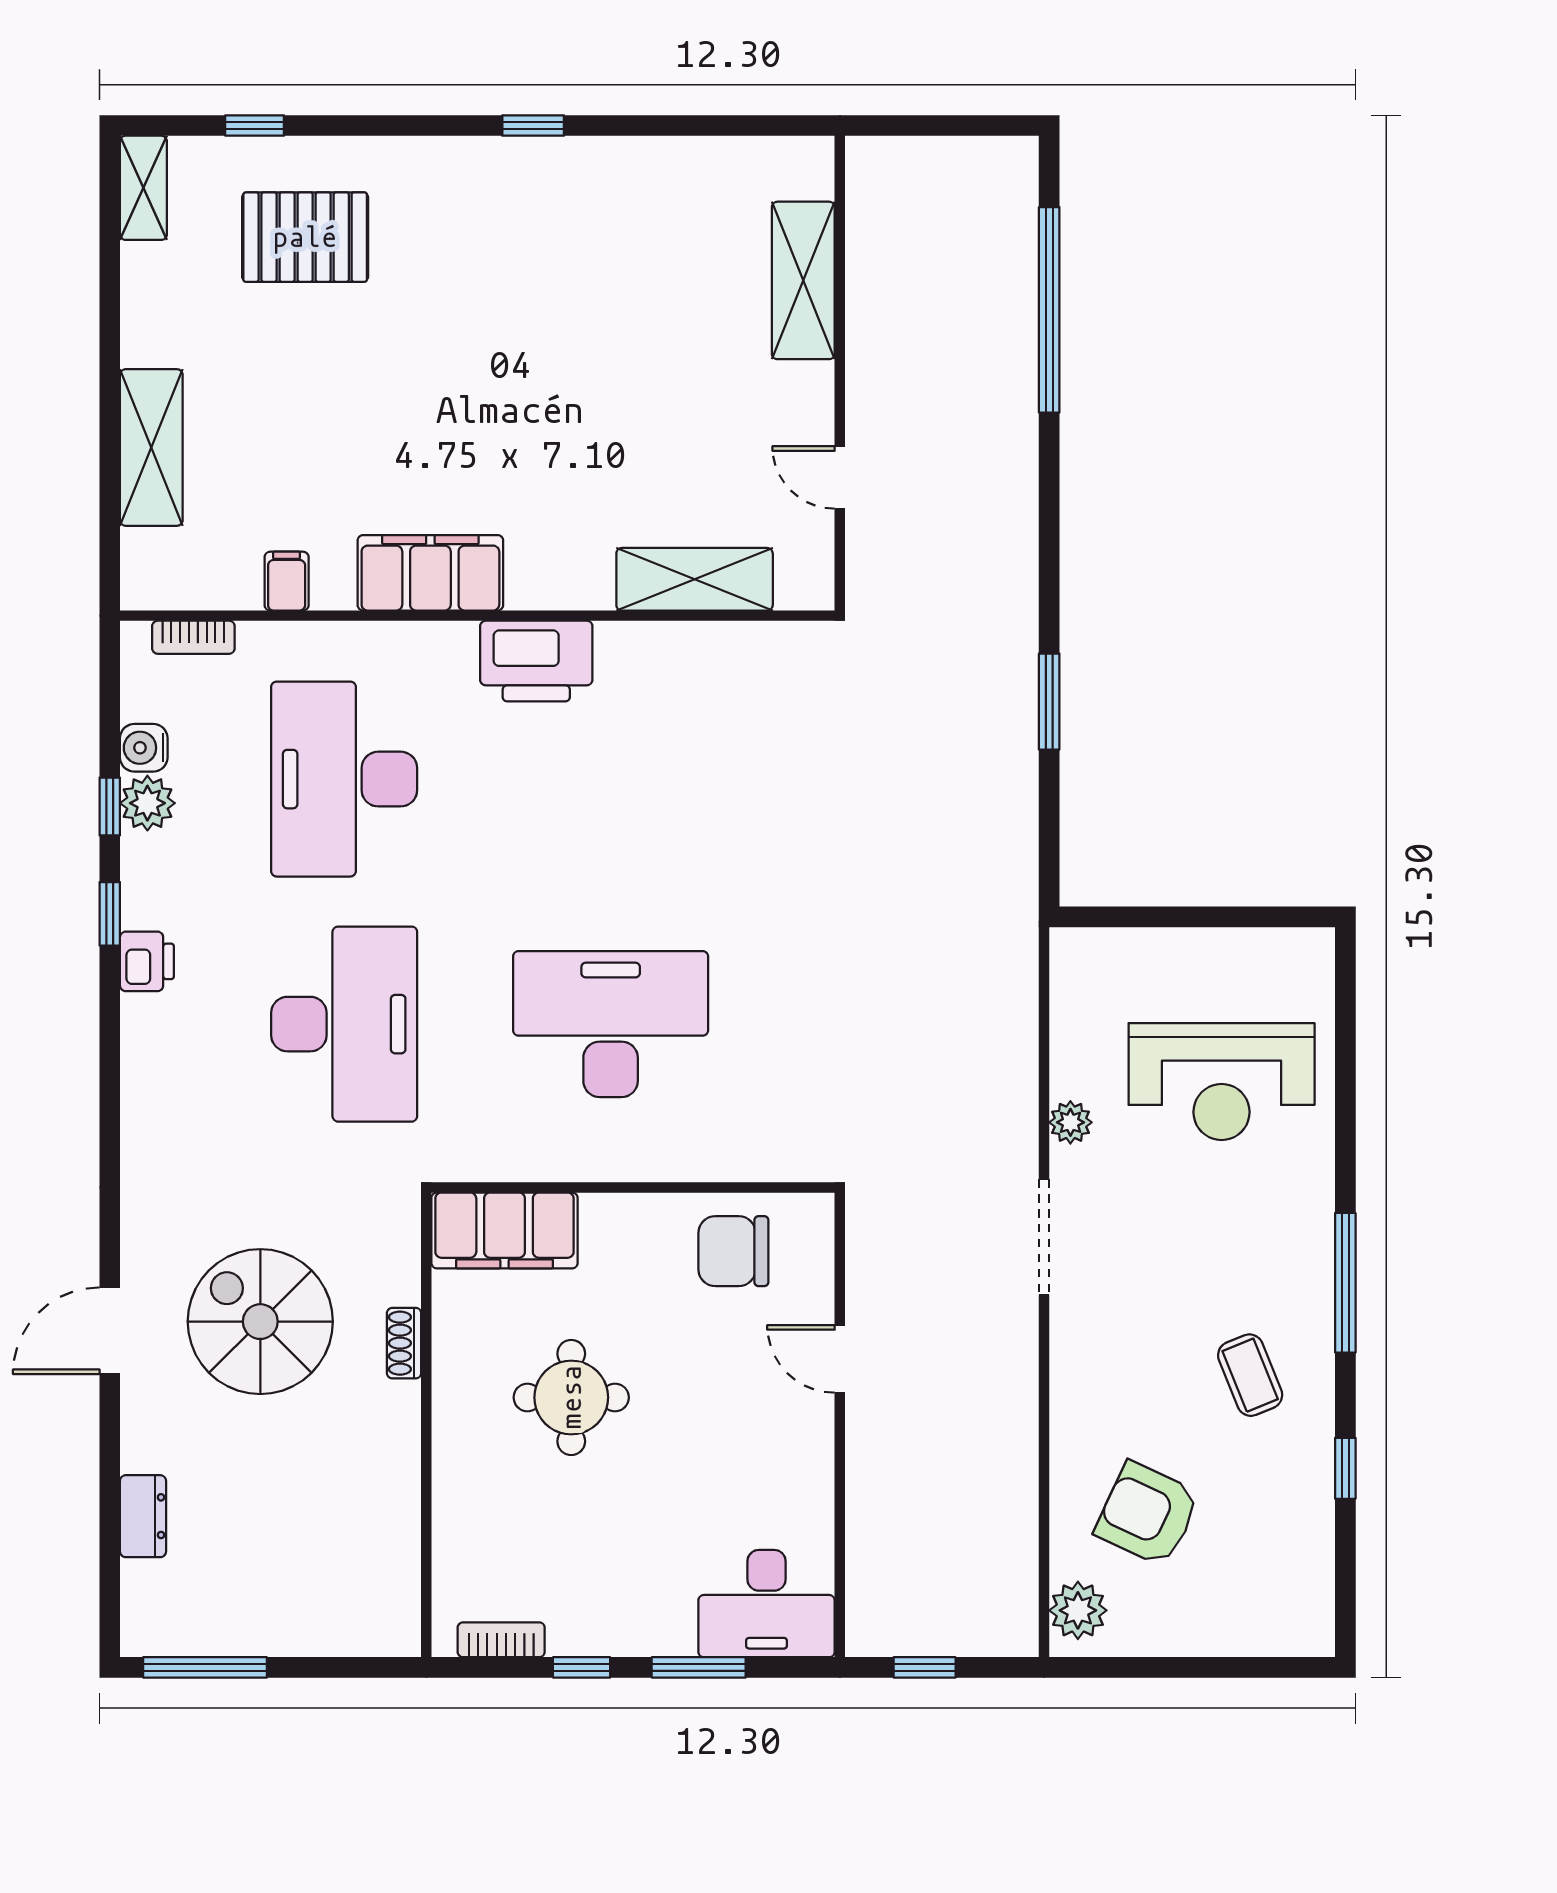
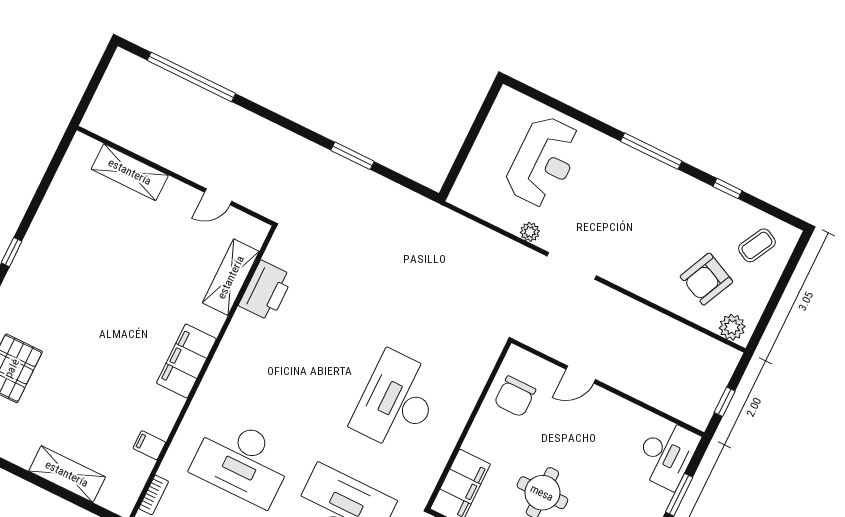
filing cabinet: (430, 573) -> (186, 361), moved
printer: (536, 661) -> (266, 291), moved
coffee table: (1250, 1375) -> (757, 245), moved, turned -40

